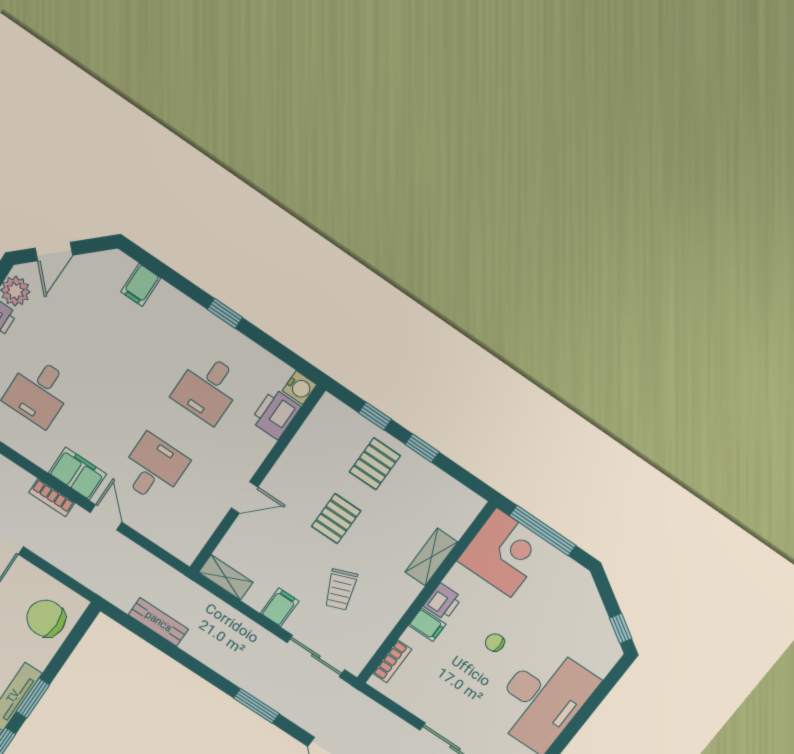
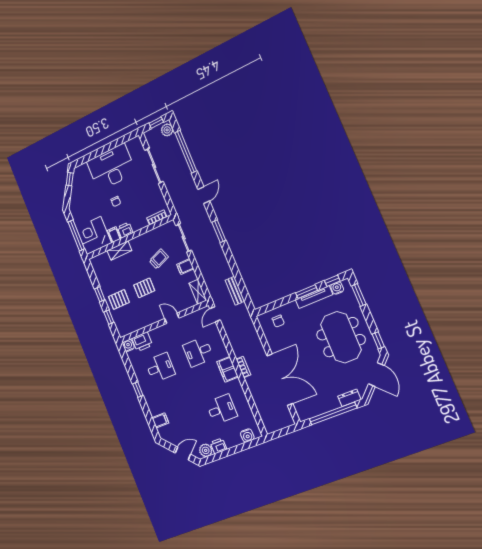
door: (106, 517) -> (215, 314), moved
chair: (46, 618) -> (278, 321), width x0.54, depth x0.54
filing cabinet: (427, 625) -> (114, 235), moved

